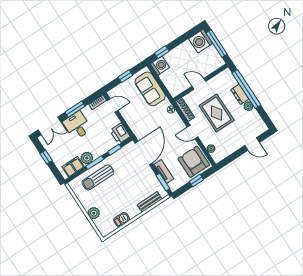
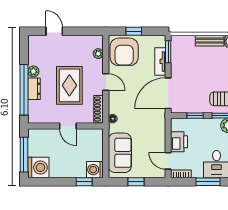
printer: (120, 133) -> (179, 142), moved
bench: (150, 202) -> (210, 41), moved

